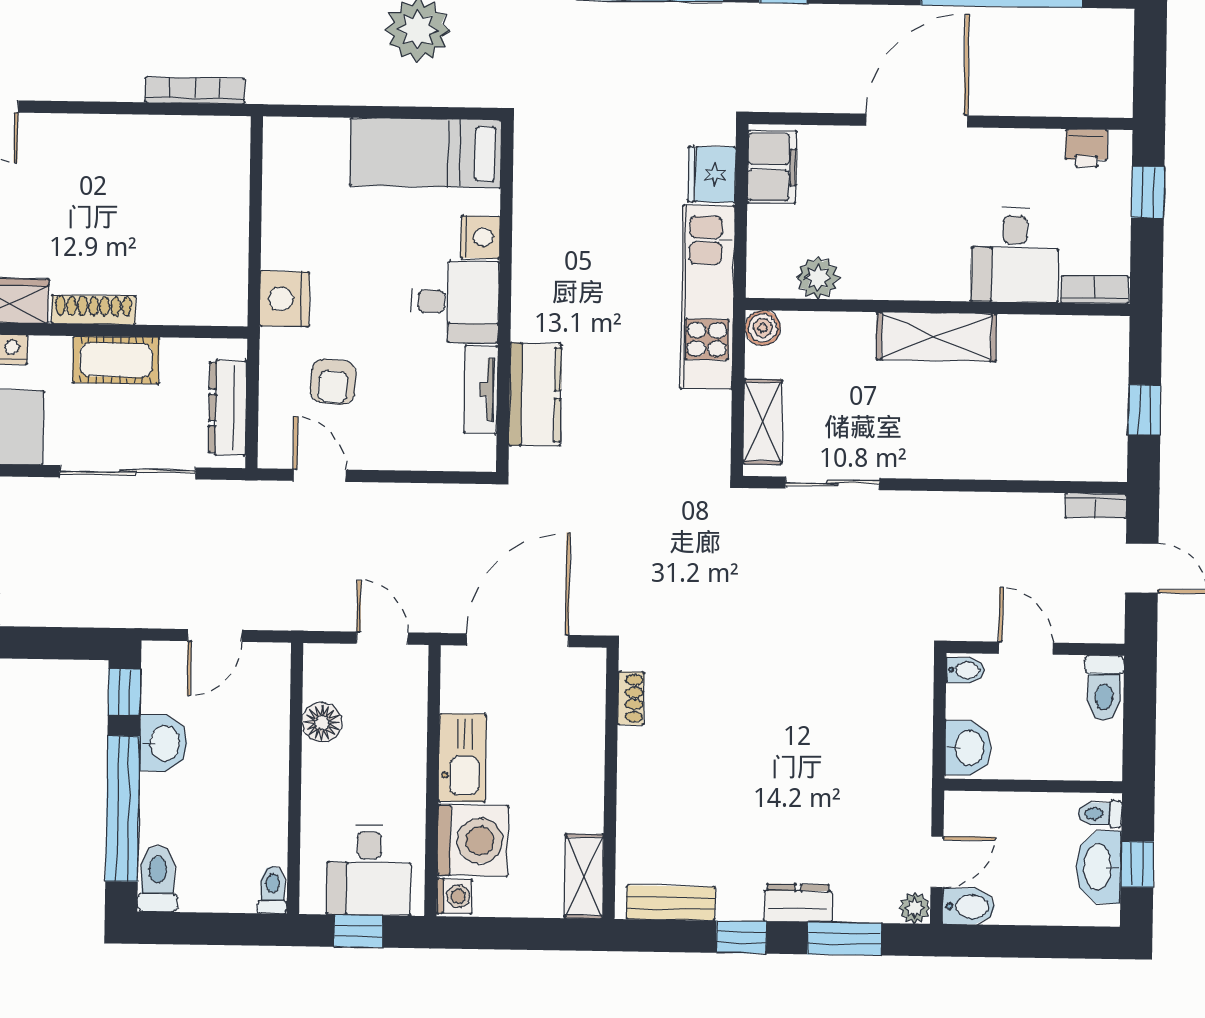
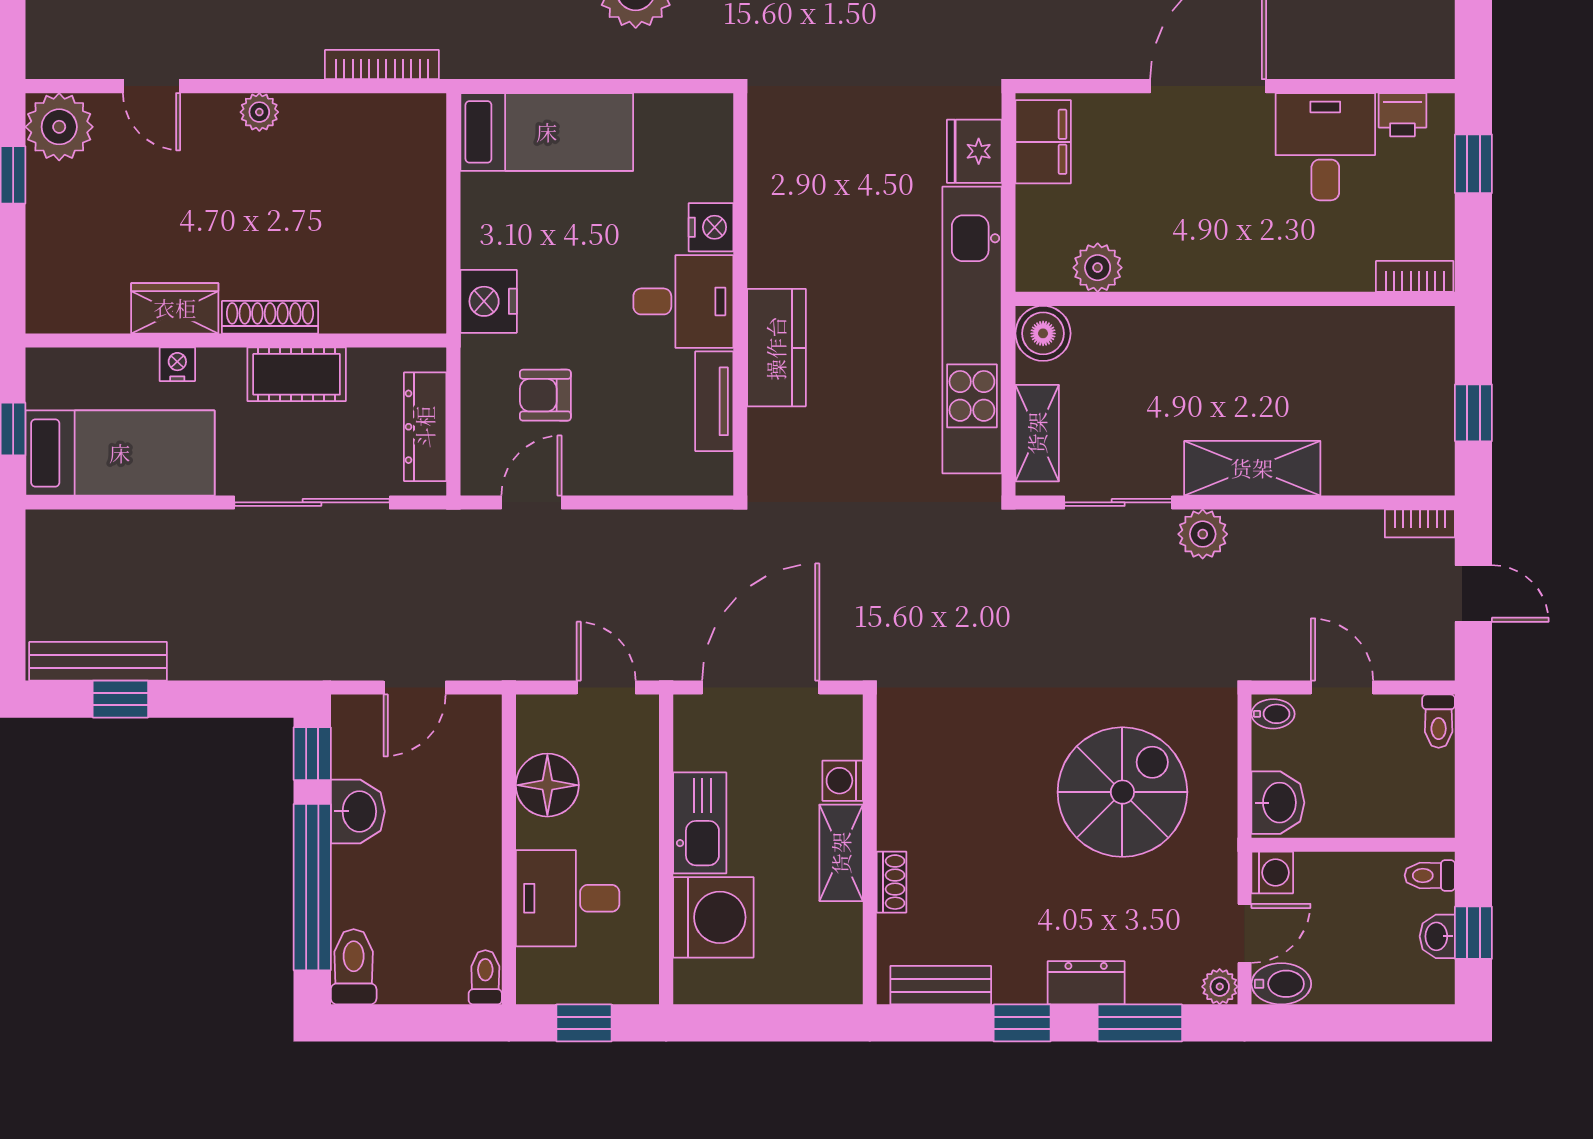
plant: (87, 130) -> (259, 112), added
bed: (425, 153) -> (547, 132), moved, turned 180
desk: (1015, 255) -> (1325, 147), moved, turned 180
kitchen unit: (708, 297) -> (972, 330), width x1.36
boiler: (763, 328) -> (1043, 333), width x1.36, depth x1.36
shelving: (936, 337) -> (1252, 468), moved
armchair: (333, 382) -> (545, 395), turned 86
kitchen counter: (535, 395) -> (776, 348), moved
door: (320, 475) -> (532, 502), hinge flipped
plant: (906, 512) -> (1203, 534), added
toilet: (1104, 688) -> (1439, 721), width x0.73, depth x0.72
shoe rack: (631, 698) -> (891, 882), moved
floor lamp: (322, 722) -> (547, 785), width x1.38, depth x1.38
spiral stairs: (832, 737) -> (1122, 792), added
washing machine: (962, 809) -> (1272, 873), added
washbasin: (1099, 867) -> (1437, 936), width x0.52, depth x0.69
desk: (369, 870) -> (568, 898), moved, turned 90
shelving: (584, 876) -> (841, 853), moved
washing machine: (454, 896) -> (843, 781), moved, turned 180

